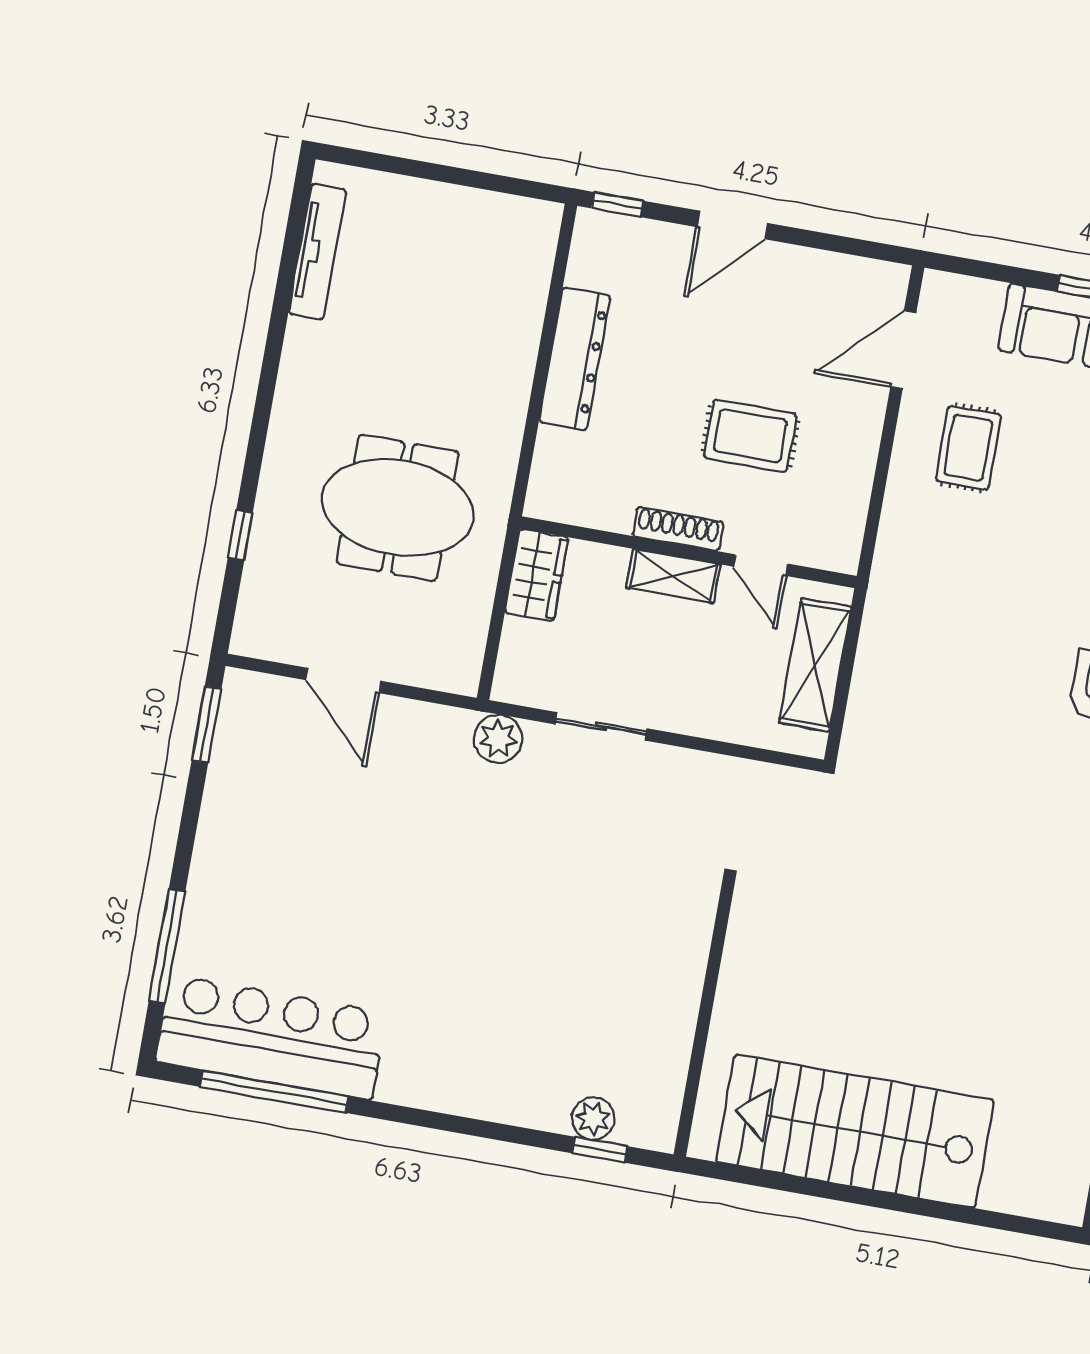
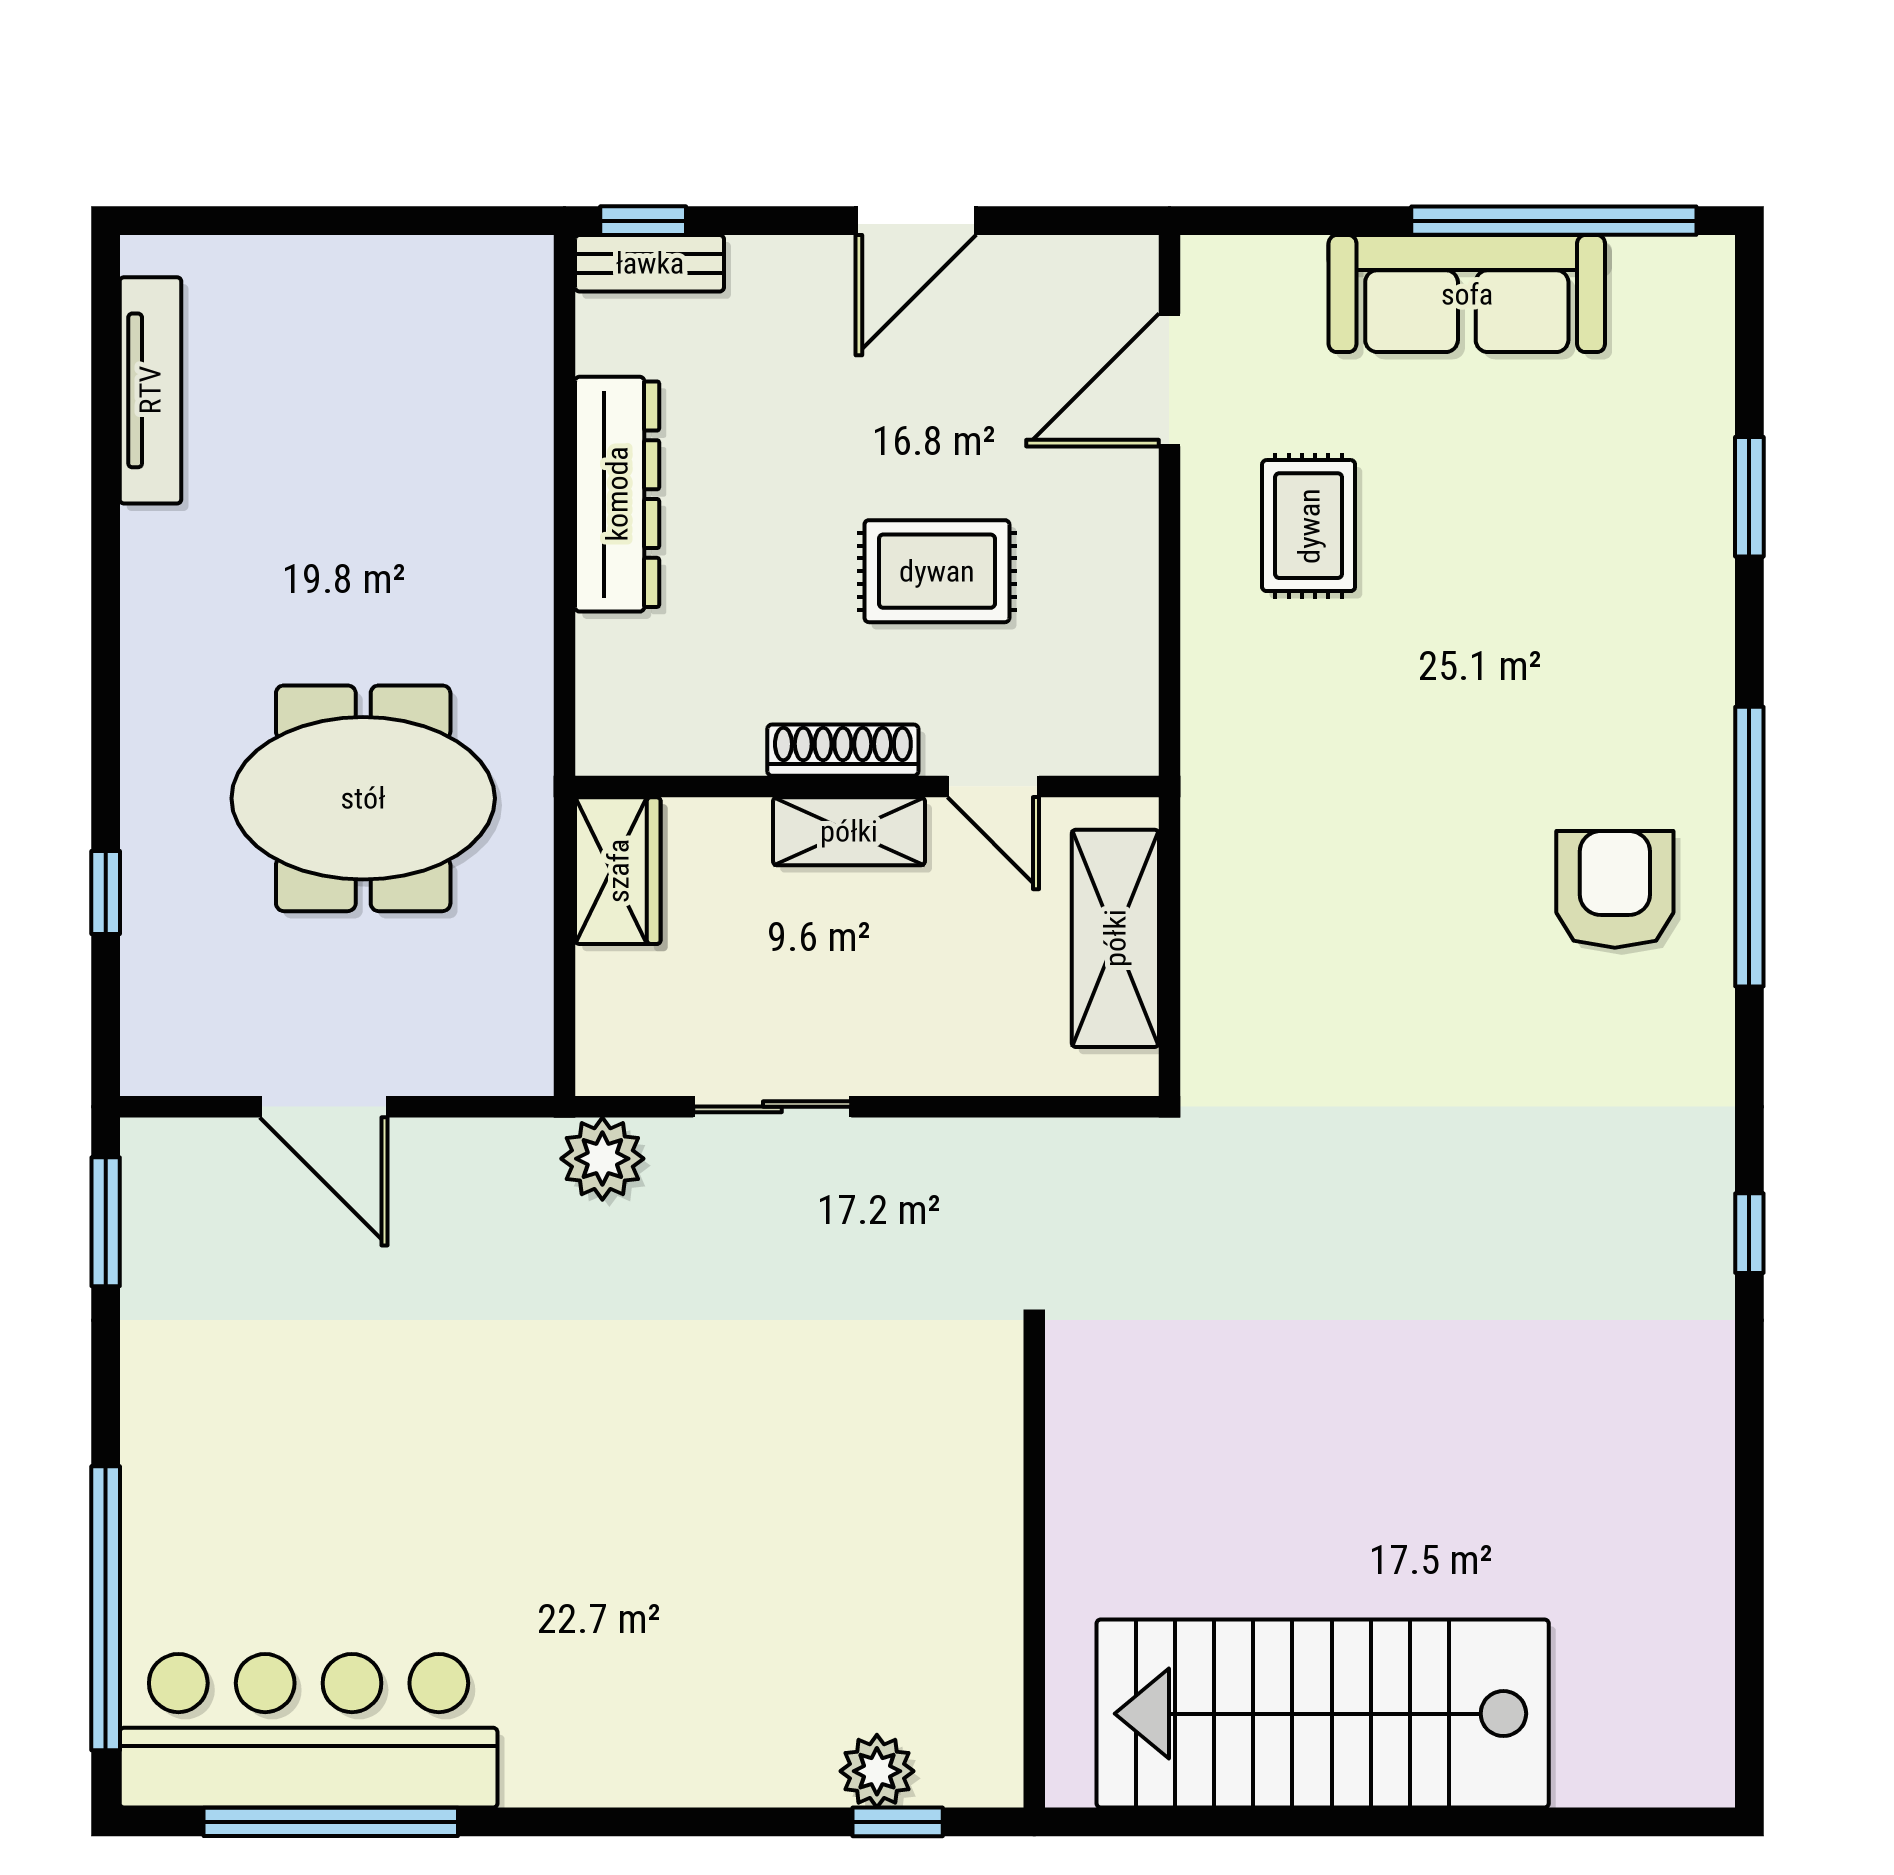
door: (732, 225) -> (916, 221), moved
bench: (617, 230) -> (650, 263), added
window: (167, 946) -> (106, 1608), width x1.46

